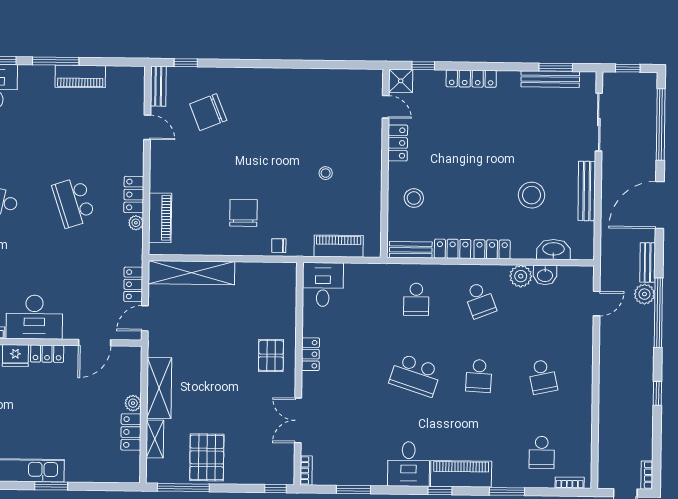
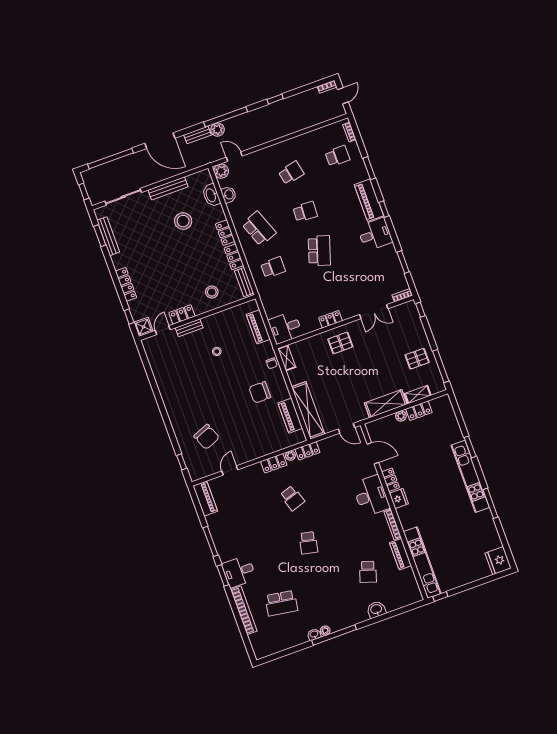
piano: (80, 76) -> (205, 499), moved
bench: (158, 86) -> (189, 328), moved
school desk: (74, 202) -> (292, 498), width x0.54
piano: (160, 218) -> (290, 416), moved, turned -90
shelving: (279, 270) -> (287, 358), added
plant: (521, 276) -> (221, 171), moved
locker: (133, 284) -> (307, 451), moved
school desk: (480, 300) -> (259, 228), width x1.85
pallet: (207, 457) -> (417, 359), width x0.67, depth x0.71

